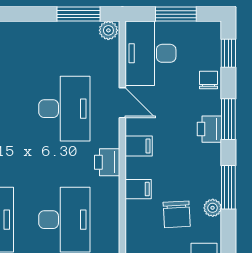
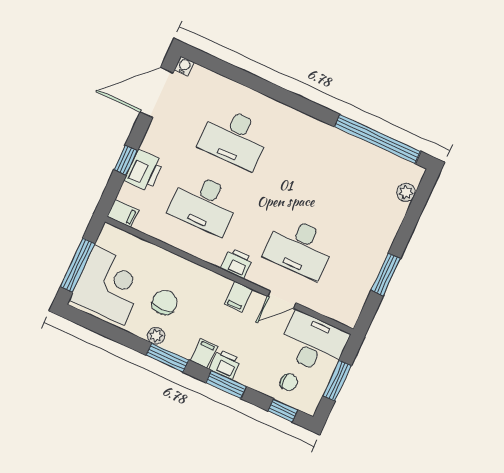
window: (79, 14) -> (386, 274), moved
plant: (108, 30) -> (350, 316), removed
chair: (209, 80) -> (289, 382), moved
filing cabinet: (138, 189) -> (204, 354), moved, turned 180
chair: (177, 214) -> (165, 302), turned 93

